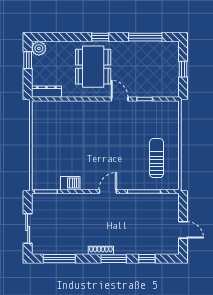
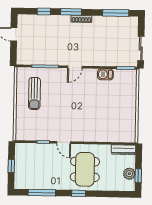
plant: (39, 48) -> (129, 174), moved
sliding door: (28, 229) -> (141, 48), moved

